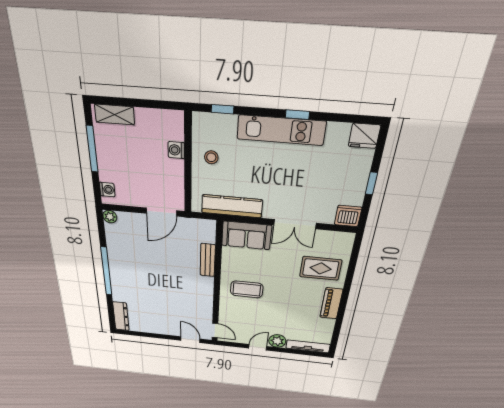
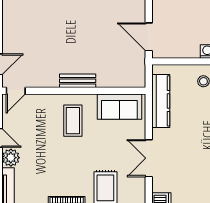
sofa: (246, 235) -> (119, 107), moved, turned -90
bench: (208, 260) -> (78, 81), moved

